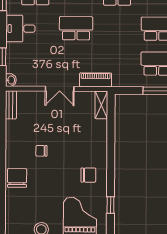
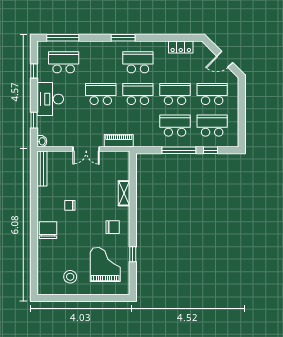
school desk: (117, 28) -> (138, 94), added
desk: (20, 29) -> (50, 99), width x1.37
bench: (11, 105) -> (42, 168), width x1.36
shelving: (101, 105) -> (124, 193), moved

